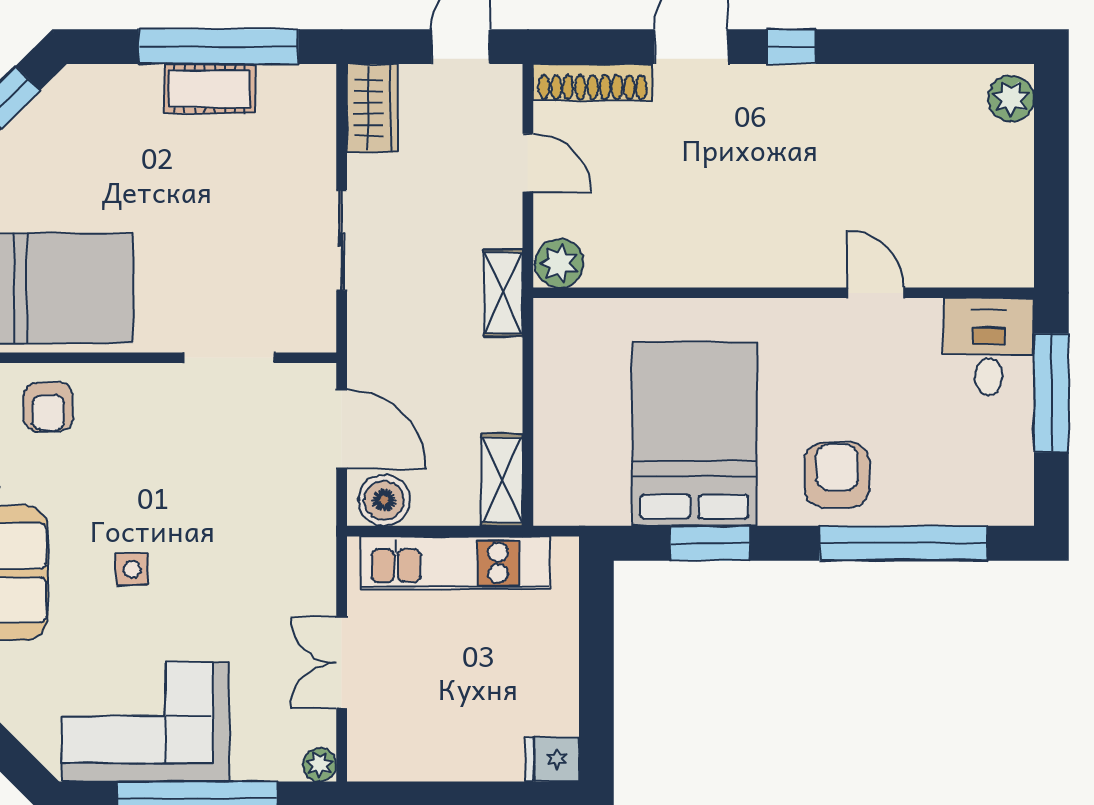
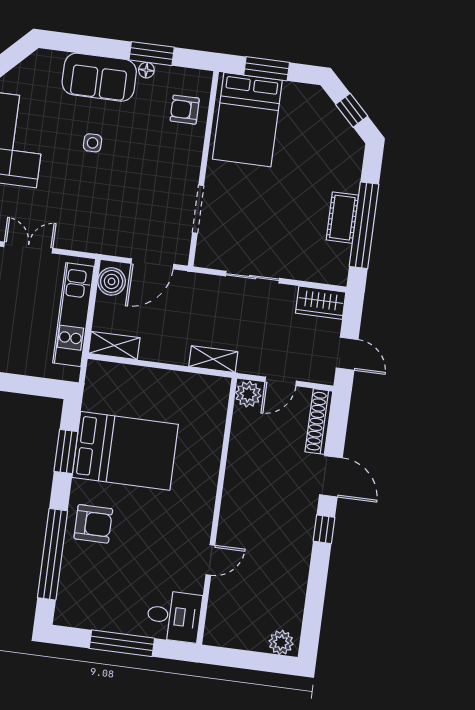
plant: (559, 263) -> (248, 394), moved
wall: (784, 293) -> (217, 511), moved
door: (875, 293) -> (210, 560), moved
desk: (988, 347) -> (174, 616), moved

